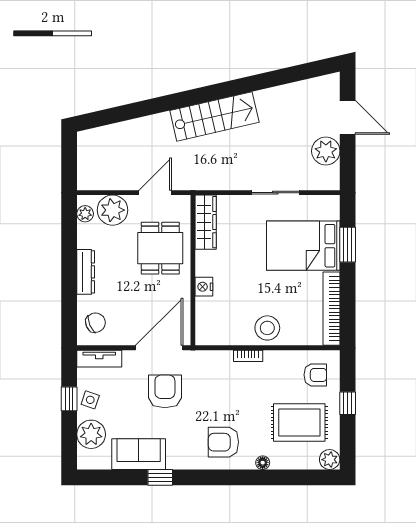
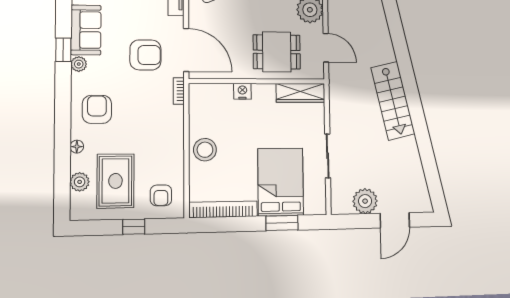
bookcase: (248, 356) -> (179, 91), moved
plant: (330, 460) -> (80, 182), moved
plant: (175, 461) -> (79, 64), added

